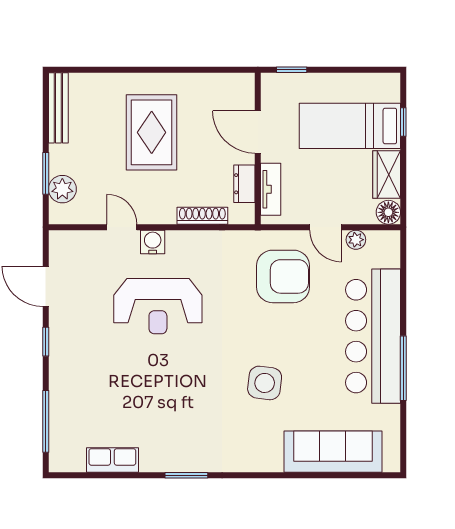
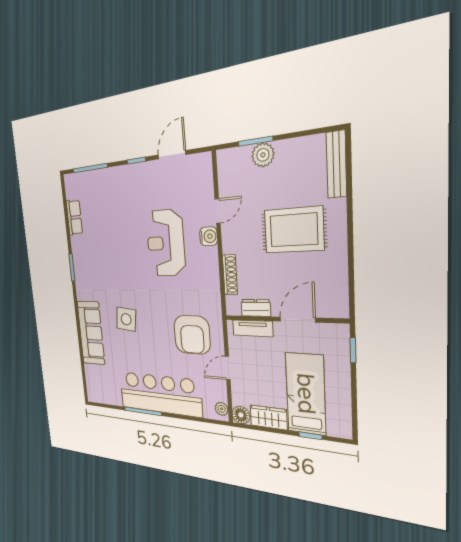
bench: (58, 108) -> (336, 164), moved, turned 90
plant: (62, 189) -> (263, 155), moved
plant: (356, 240) -> (222, 409), moved
sofa: (333, 452) -> (91, 333), moved

